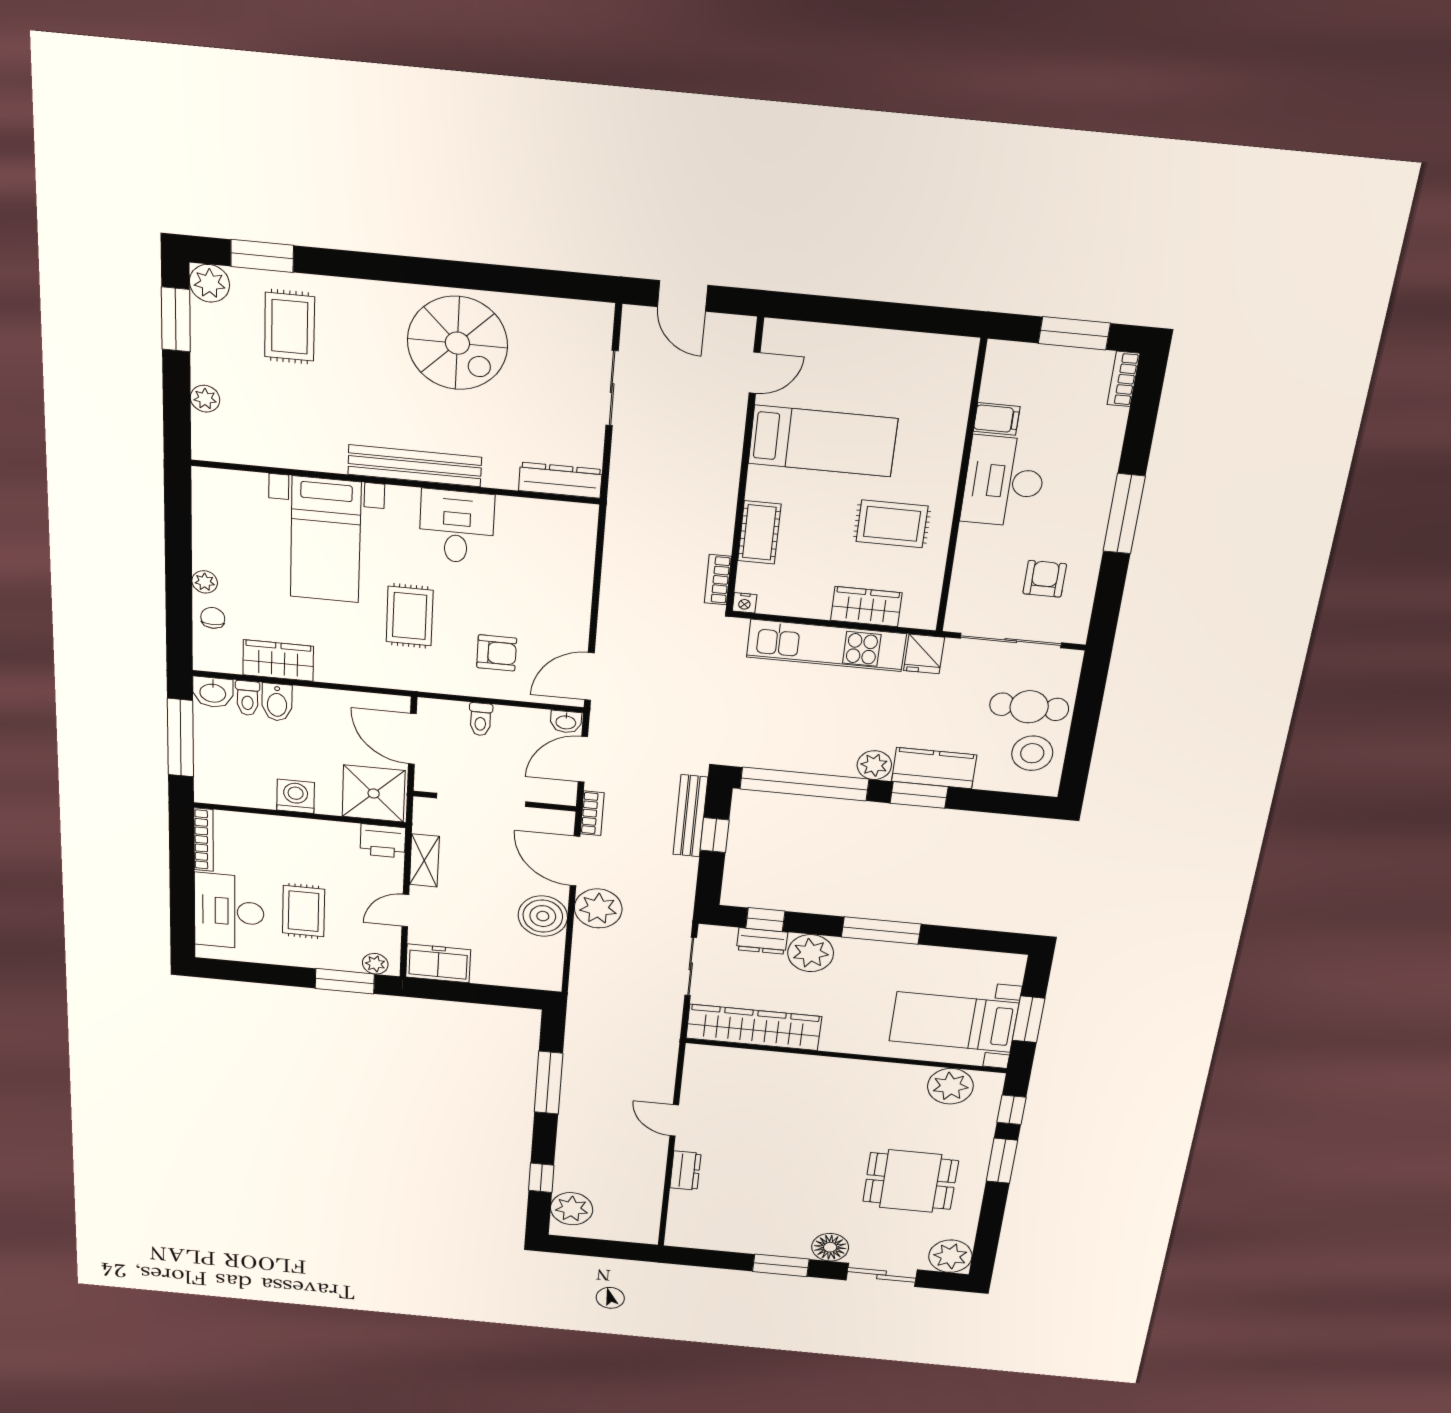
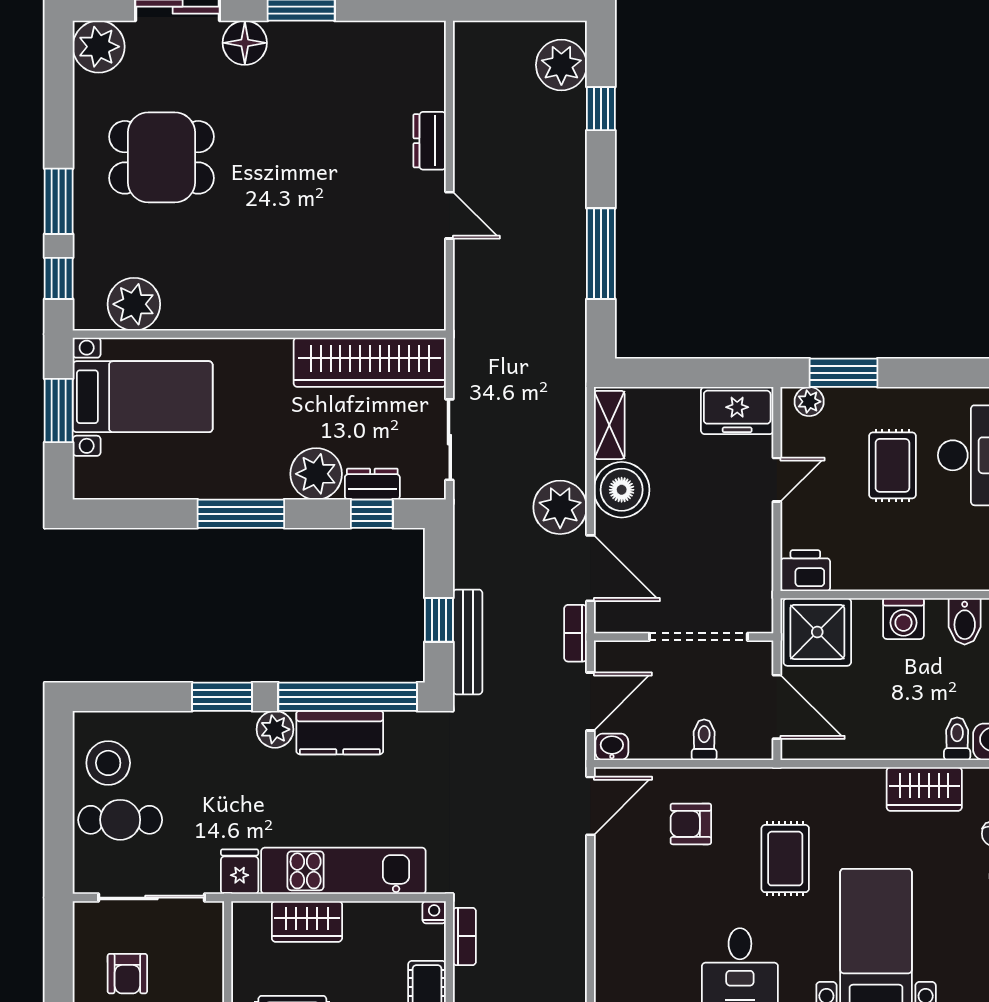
bidet: (277, 702) -> (965, 621), moved, turned 180
kitchen counter: (934, 768) -> (340, 733), moved
shelving: (424, 860) -> (609, 425), moved

